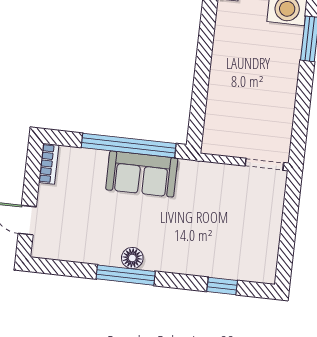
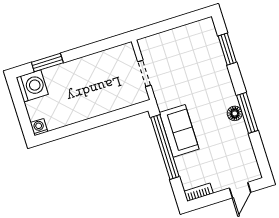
doorway: (264, 164) -> (144, 73), moved
window: (222, 286) -> (227, 49), width x1.50

